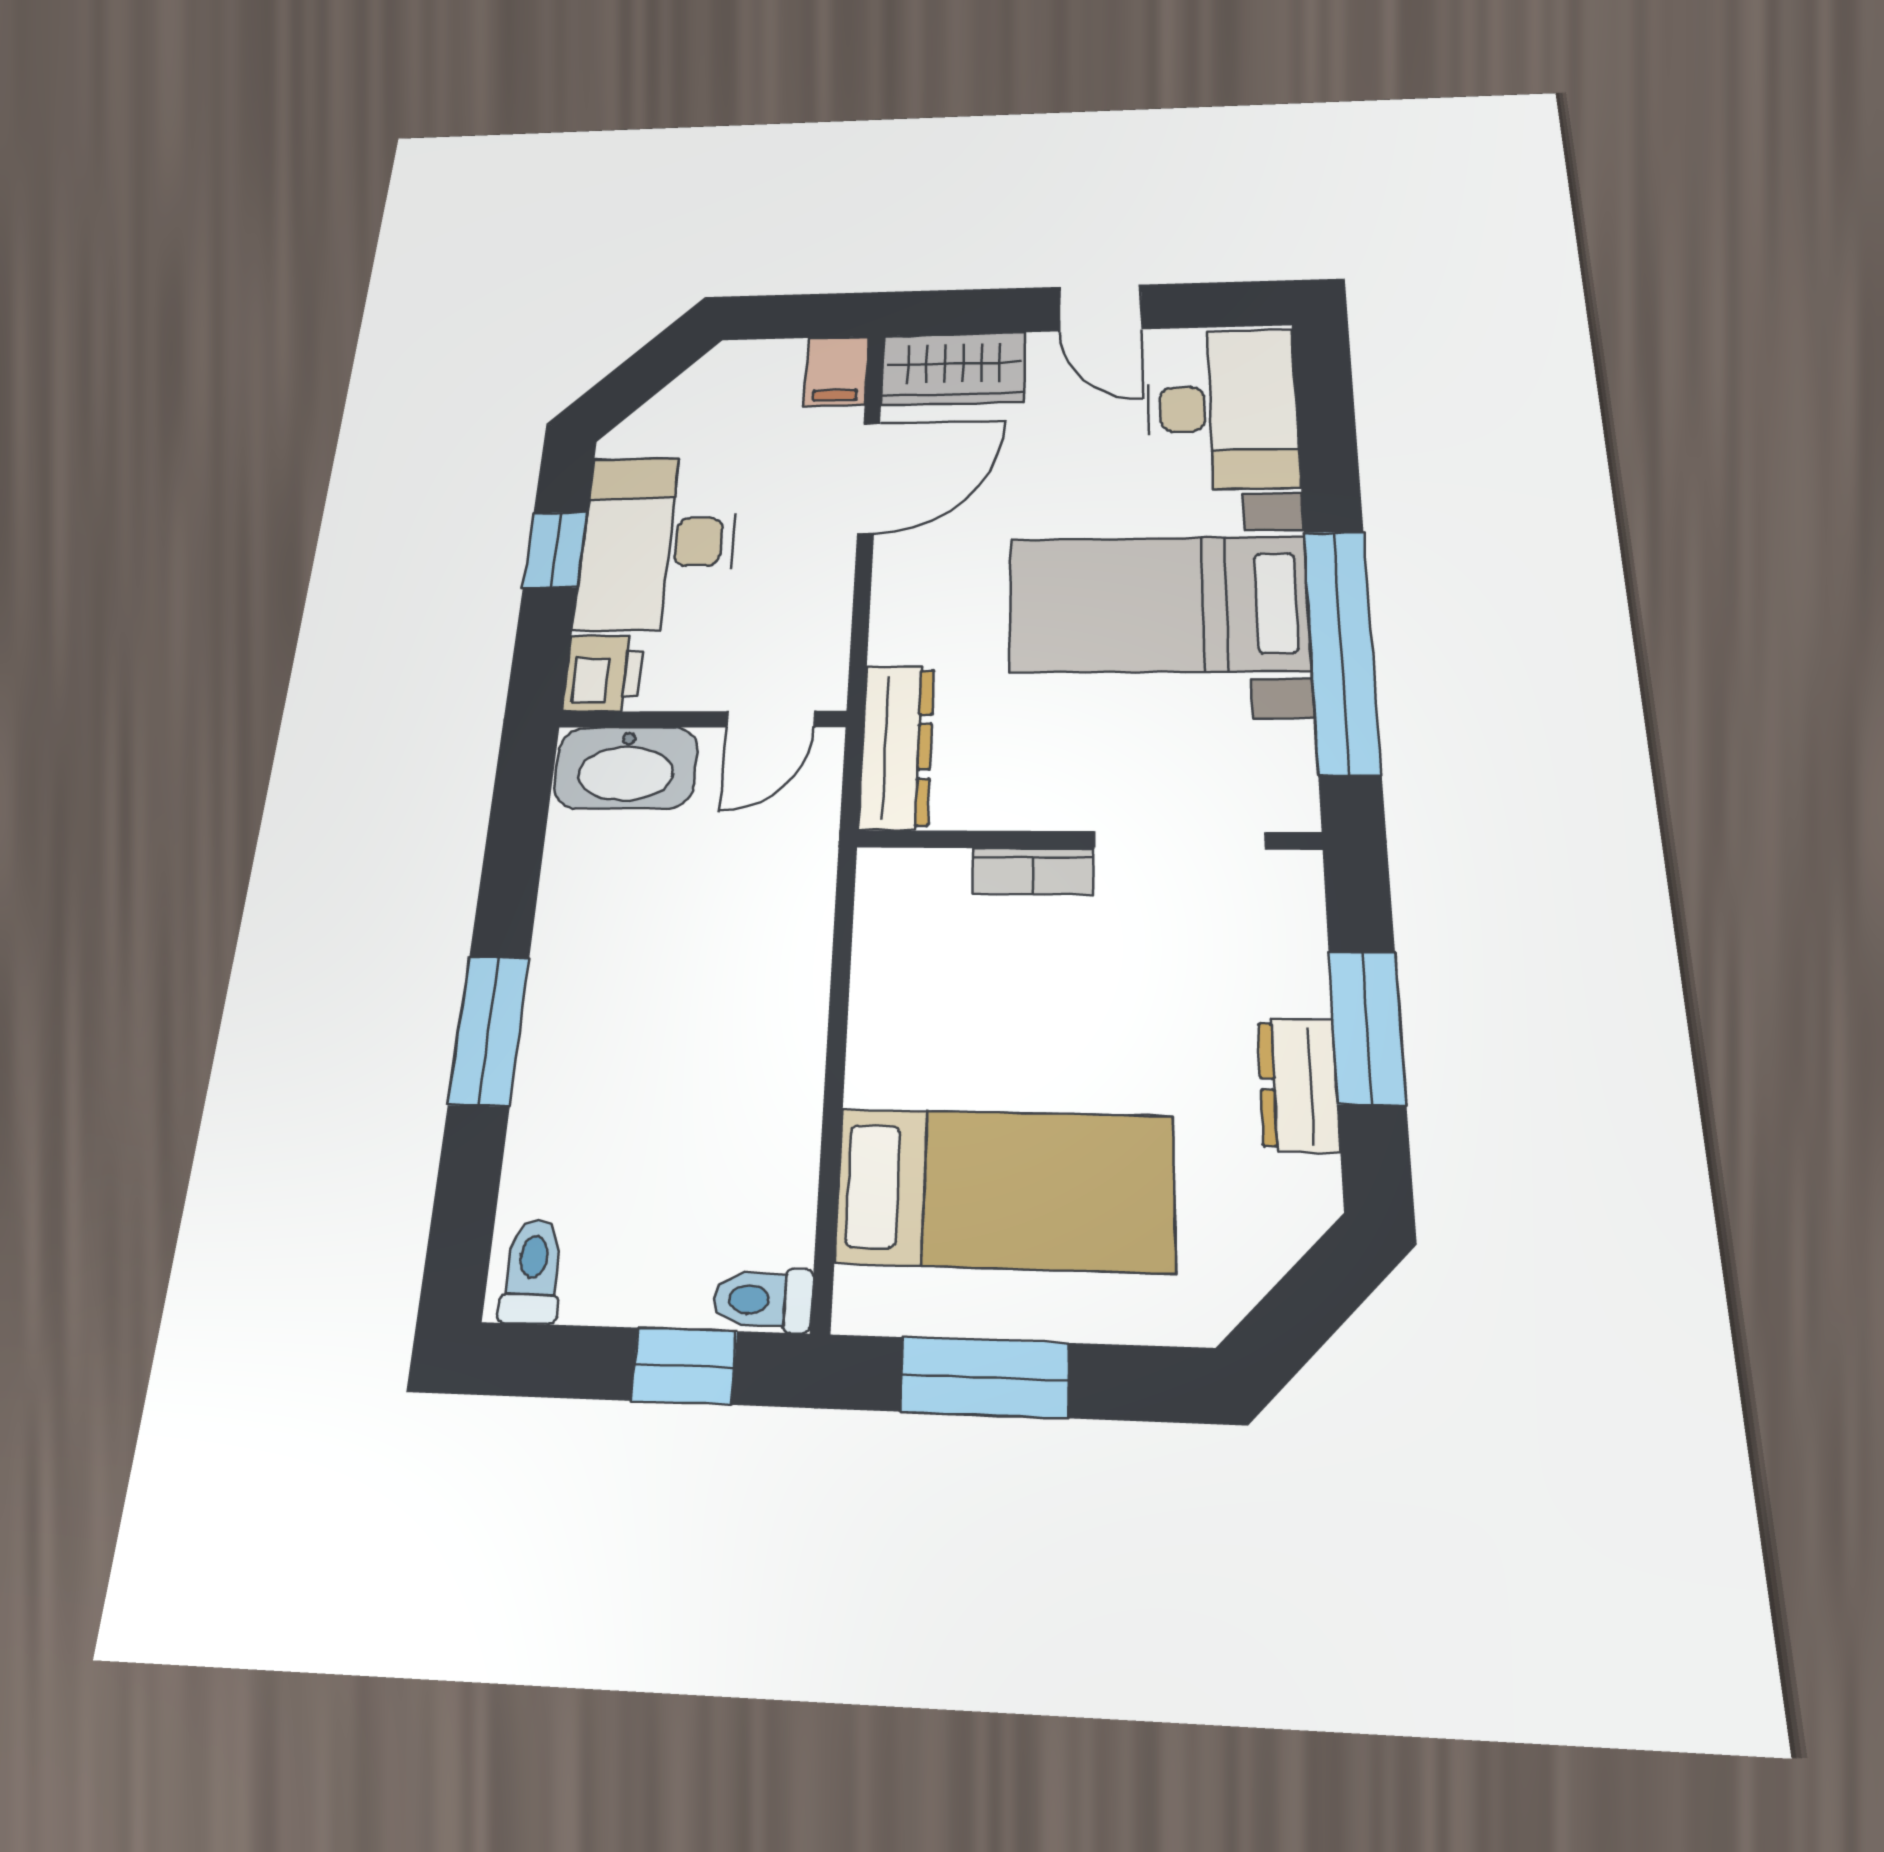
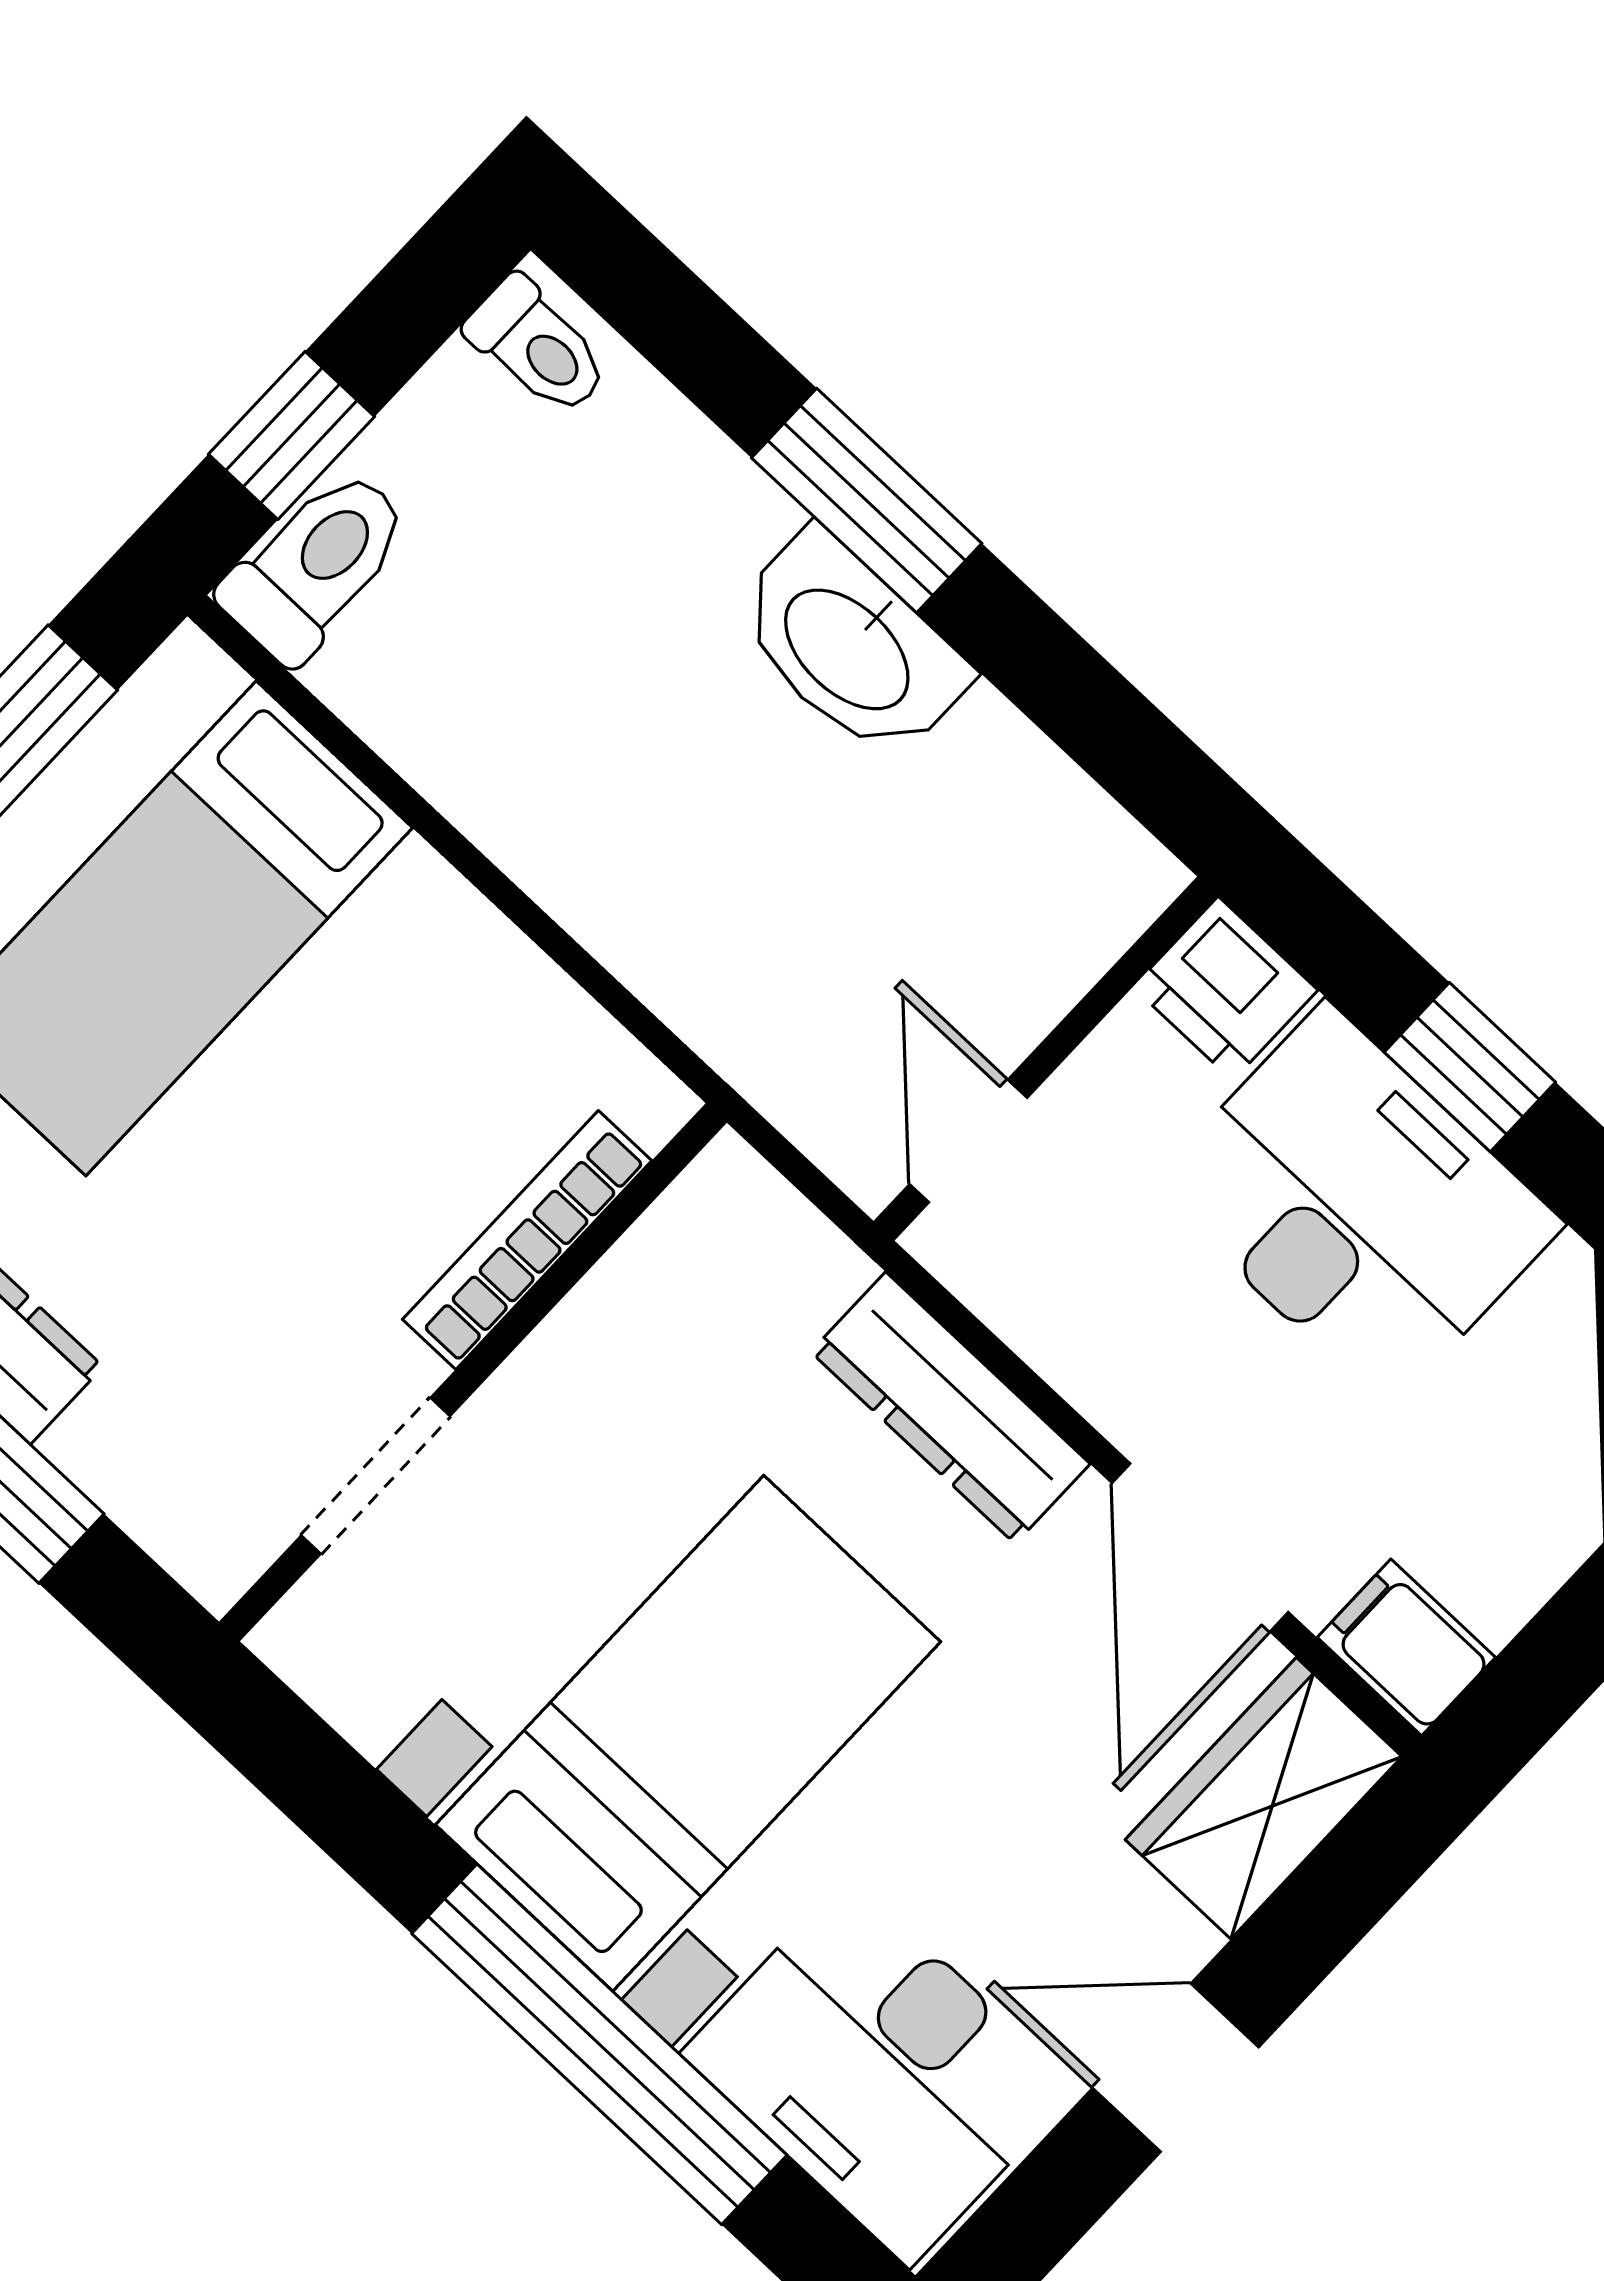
window: (1342, 650) -> (599, 2044), moved
dresser: (897, 747) -> (950, 1408), moved
washbasin: (626, 768) -> (850, 646), moved, turned -90
doorway: (1180, 840) -> (376, 1476), width x0.73
bookcase: (1033, 871) -> (527, 1240), width x1.56
toilet: (763, 1300) -> (316, 565), width x1.37, depth x1.39

